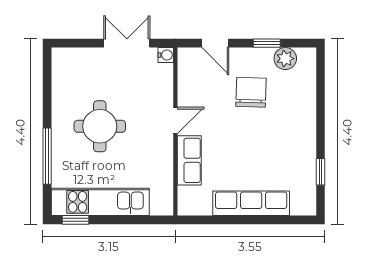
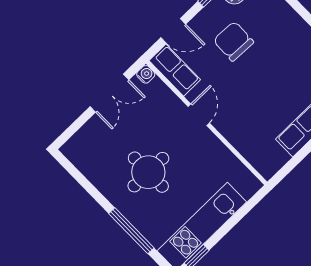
double door: (127, 43) -> (109, 93), swing flipped
row of seats: (189, 160) -> (175, 70), moved

